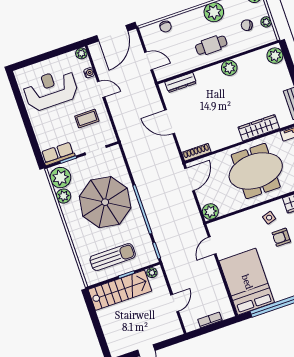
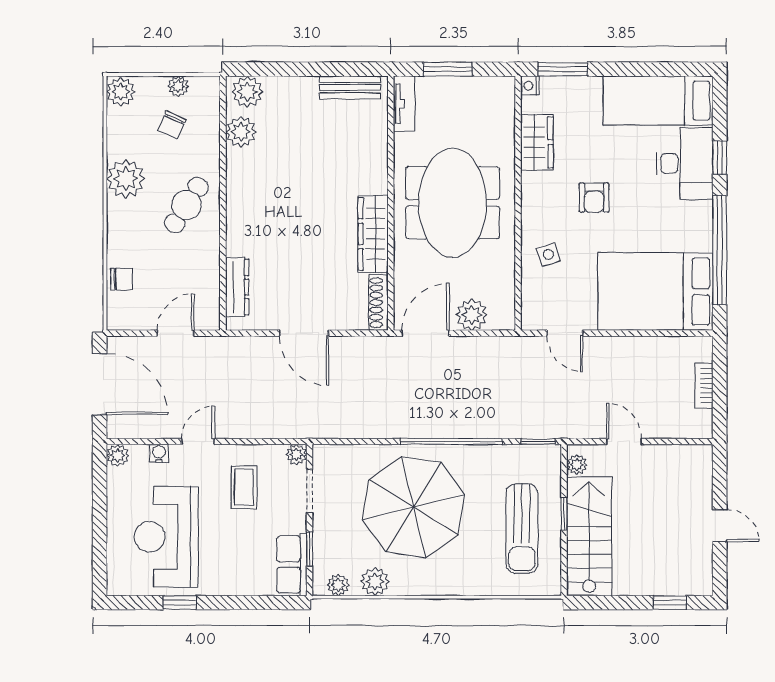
cafe table: (211, 45) -> (186, 205), turned 33
plant: (229, 68) -> (241, 132), moved
window: (22, 107) -> (180, 603), added
door: (170, 122) -> (304, 333), hinge flipped
wardrobe: (259, 128) -> (373, 234), moved
plant: (111, 138) -> (296, 455), added
plant: (60, 178) -> (338, 585), width x0.53, depth x0.53
door: (190, 179) -> (426, 333), hinge flipped
plant: (210, 212) -> (472, 315), moved
side table: (269, 218) -> (548, 254), moved
sun lounger: (113, 257) -> (522, 529), turned 180
door: (175, 303) -> (624, 441), moved
window: (102, 339) -> (670, 603), added

